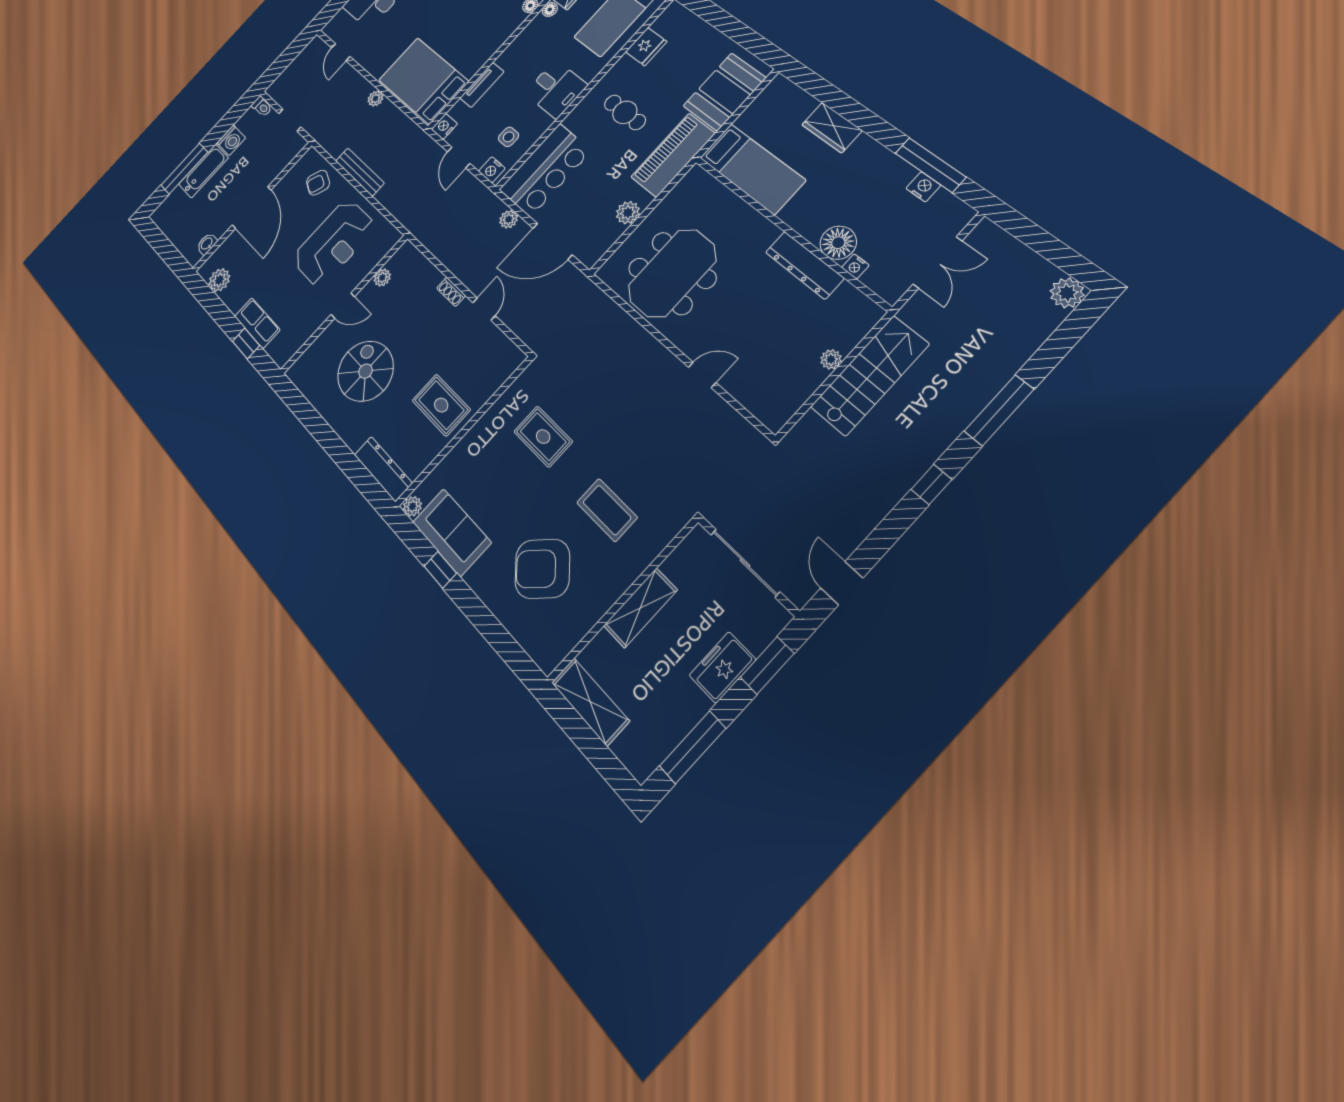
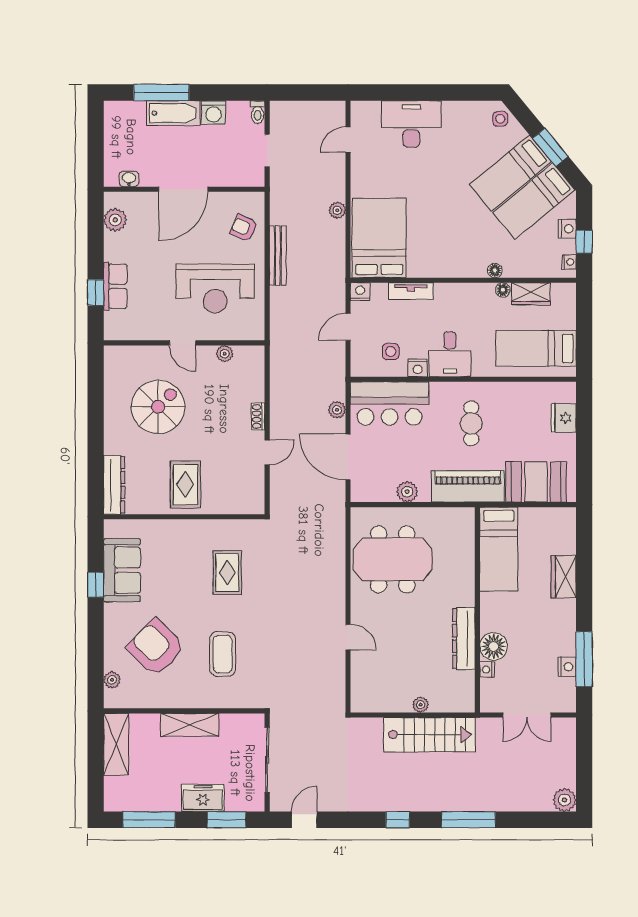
fridge: (646, 47) -> (564, 418), moved, turned 90
nightstand: (492, 170) -> (418, 368), moved, turned -90
plant: (412, 506) -> (112, 680), moved

